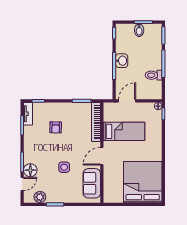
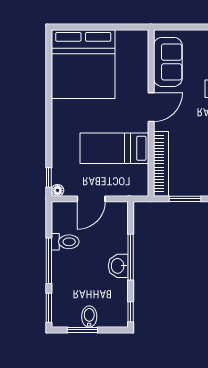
door: (127, 101) -> (91, 199), moved

